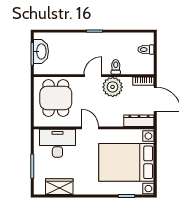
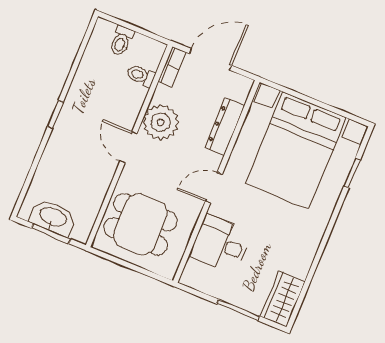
toilet: (116, 67) -> (141, 76), moved
dresser: (139, 121) -> (225, 127), moved
desk: (57, 143) -> (221, 244), width x0.73
wardrobe: (59, 187) -> (283, 299), moved

